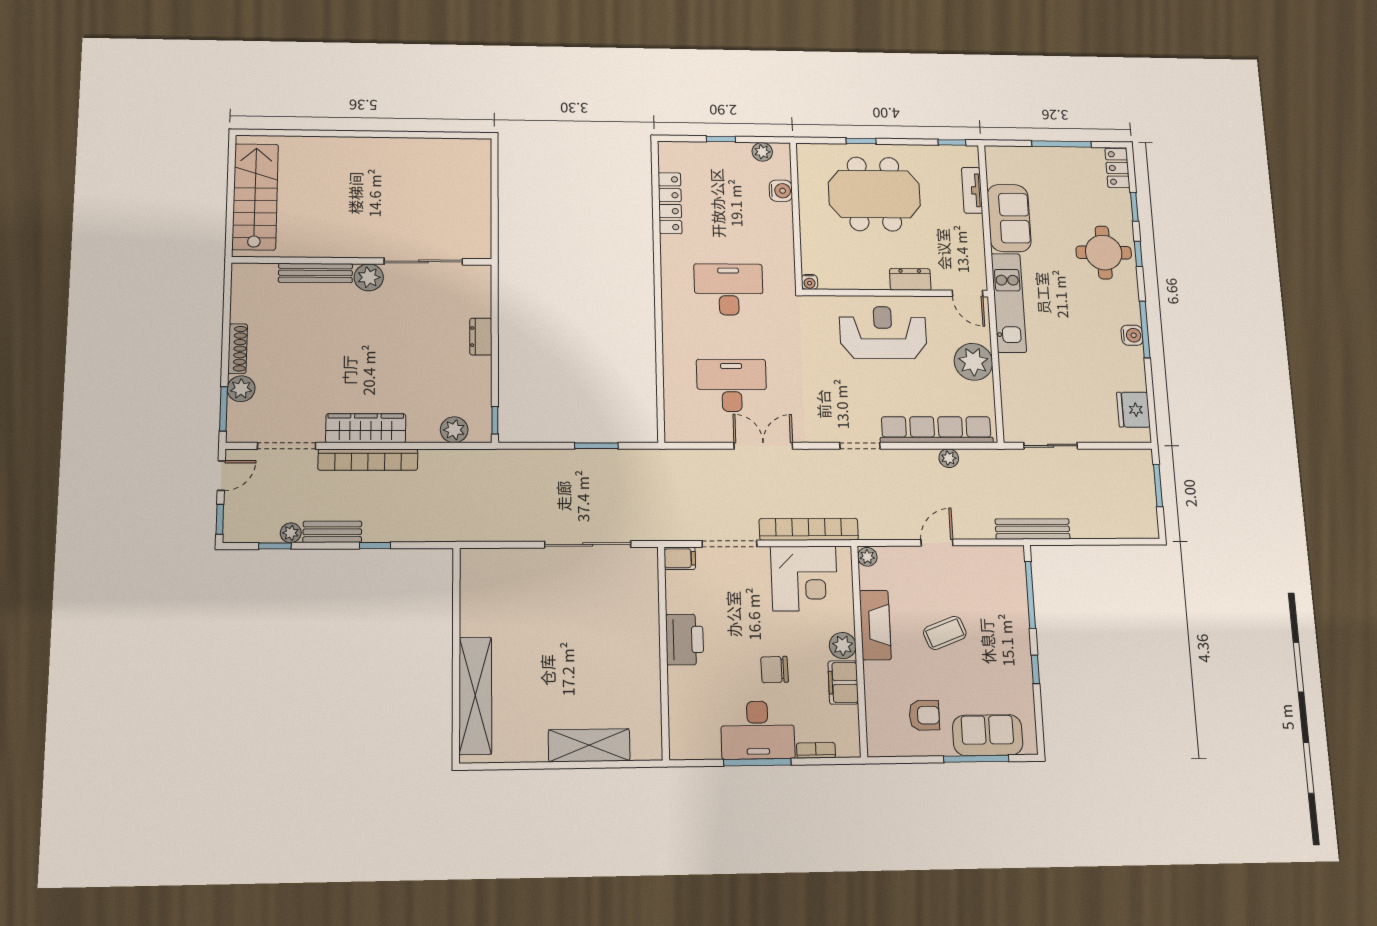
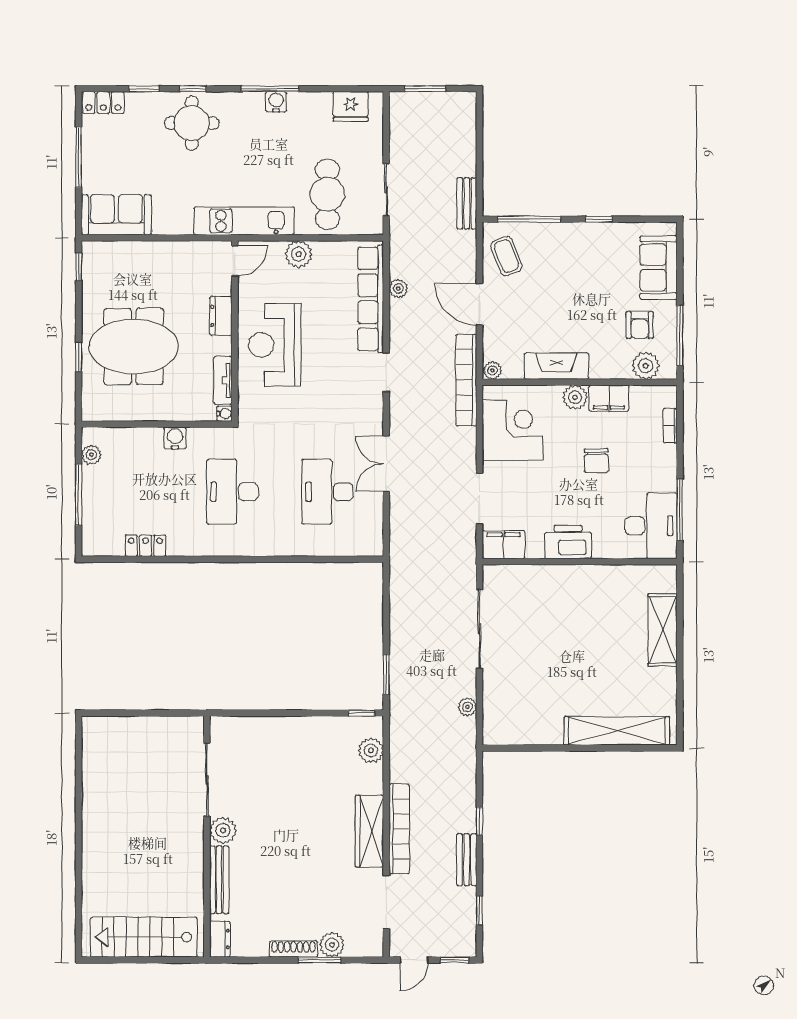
window: (721, 139) -> (79, 495), width x2.17
tv unit: (972, 190) -> (223, 380), moved, turned 90
water cooler: (781, 191) -> (175, 438), moved
meeting table: (874, 194) -> (134, 347), turned 90
locker: (670, 203) -> (146, 546), width x0.66
sofa: (1009, 218) -> (116, 215), moved
dresser: (481, 337) -> (220, 939), moved, turned -90
plant: (973, 362) -> (299, 254), width x0.73, depth x0.73
cafe table: (1042, 386) -> (327, 194), added
window: (223, 409) -> (319, 960), moved
window: (596, 446) -> (386, 675), moved
door: (221, 476) -> (414, 960), swing flipped
bookcase: (809, 529) -> (466, 380), moved
bench: (1033, 529) -> (467, 203), width x0.73
plant: (291, 533) -> (467, 707), moved
door: (937, 543) -> (479, 304), width x1.38
filing cabinet: (680, 558) -> (503, 545), width x2.00
coffee table: (945, 633) -> (506, 256), moved
armchair: (924, 715) -> (640, 325), turned 180
plant: (880, 722) -> (646, 366), added
desk: (758, 730) -> (651, 526), moved
window: (976, 759) -> (680, 335), moved
window: (757, 762) -> (680, 510), moved

